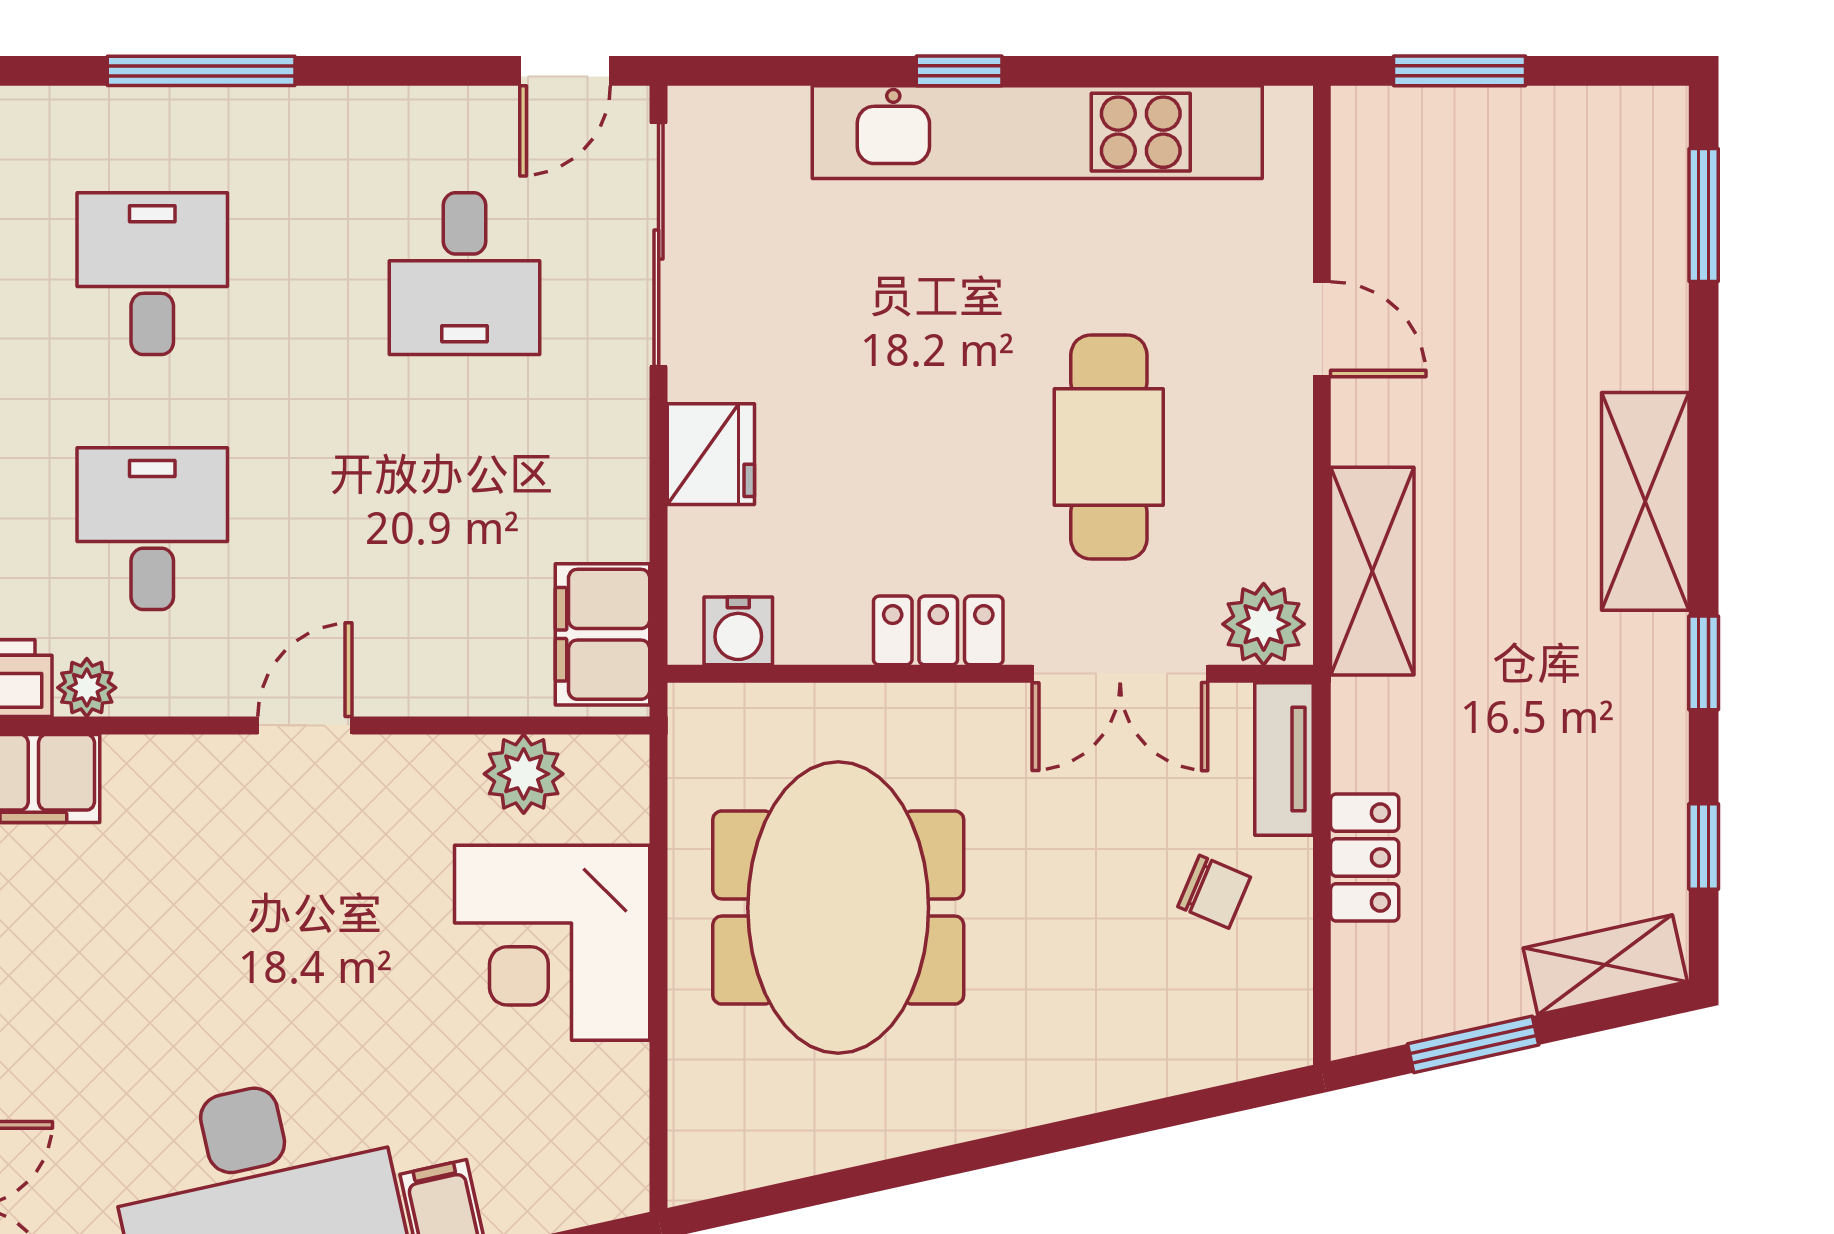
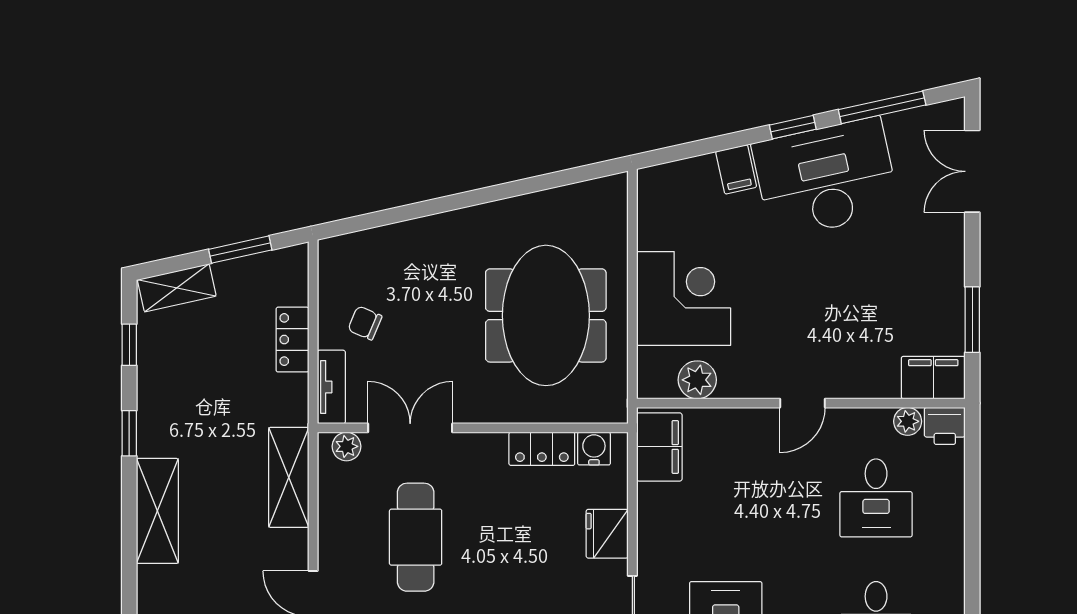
plant: (1264, 624) -> (346, 446), width x0.73, depth x0.73
locker: (938, 630) -> (542, 449), moved

